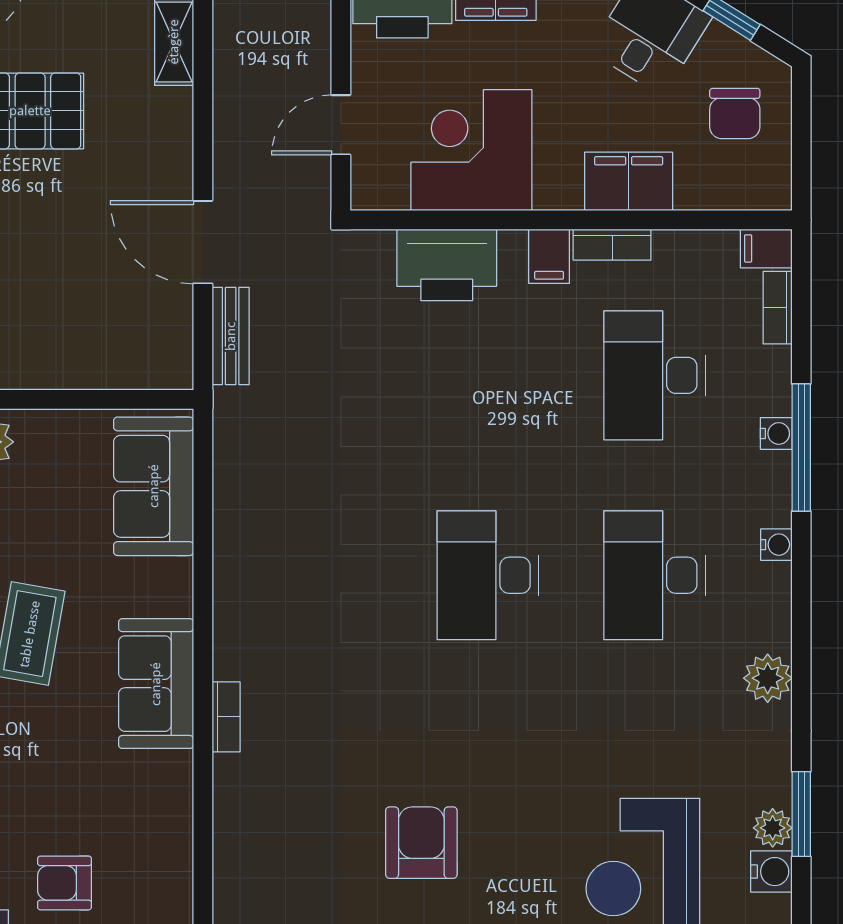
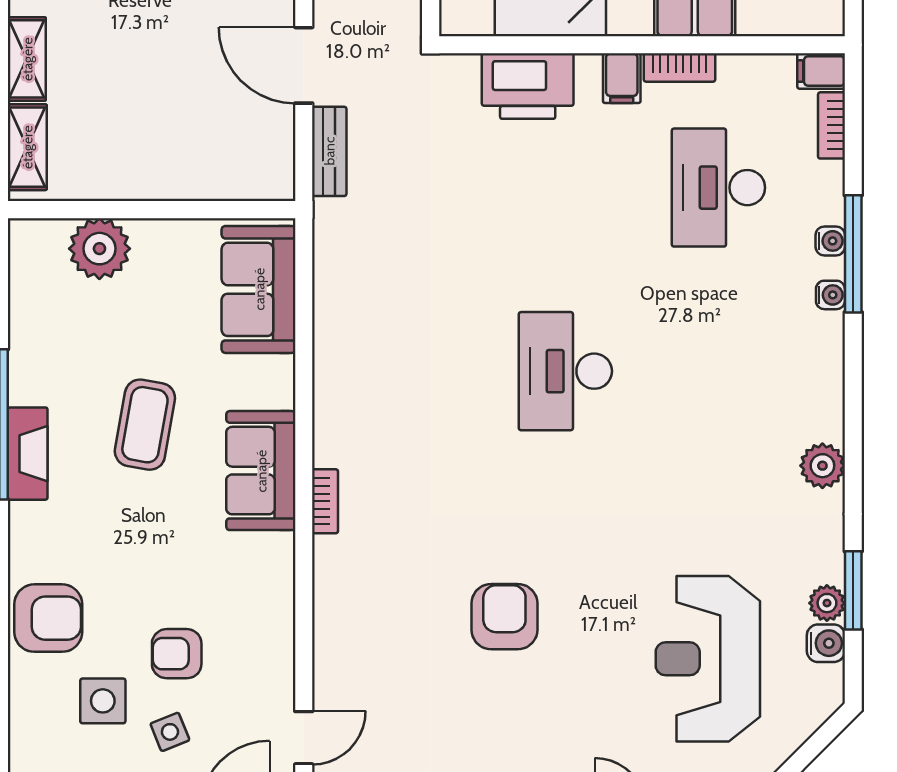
water cooler: (776, 545) -> (830, 295), moved
desk: (654, 575) -> (718, 371), removed

